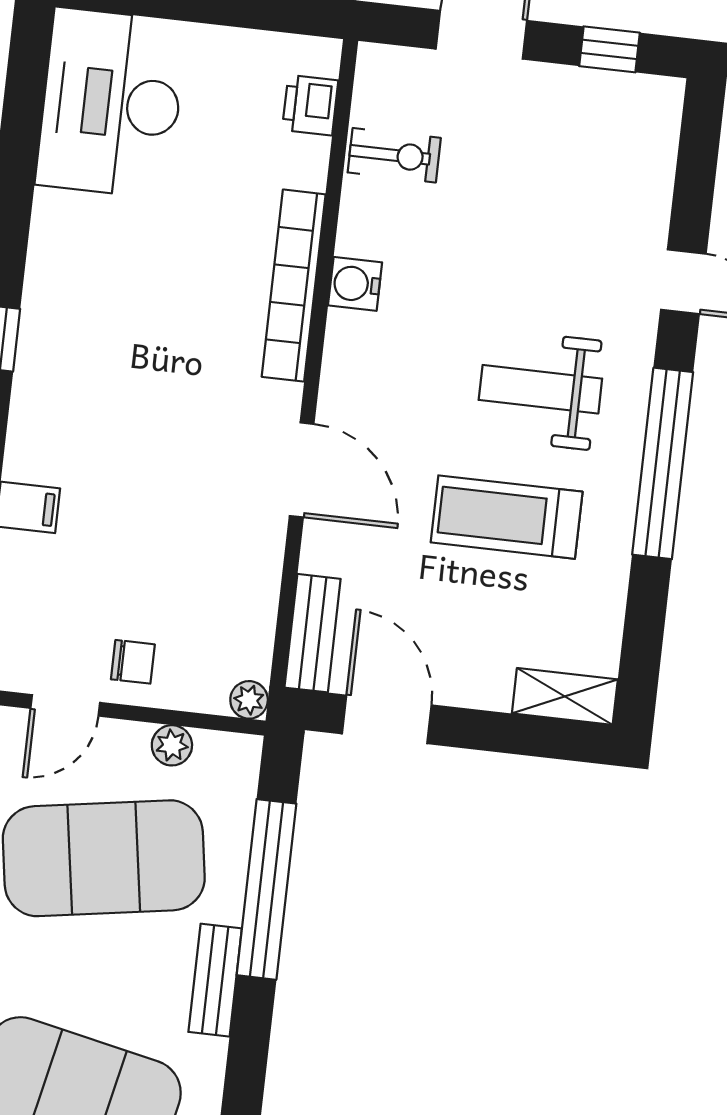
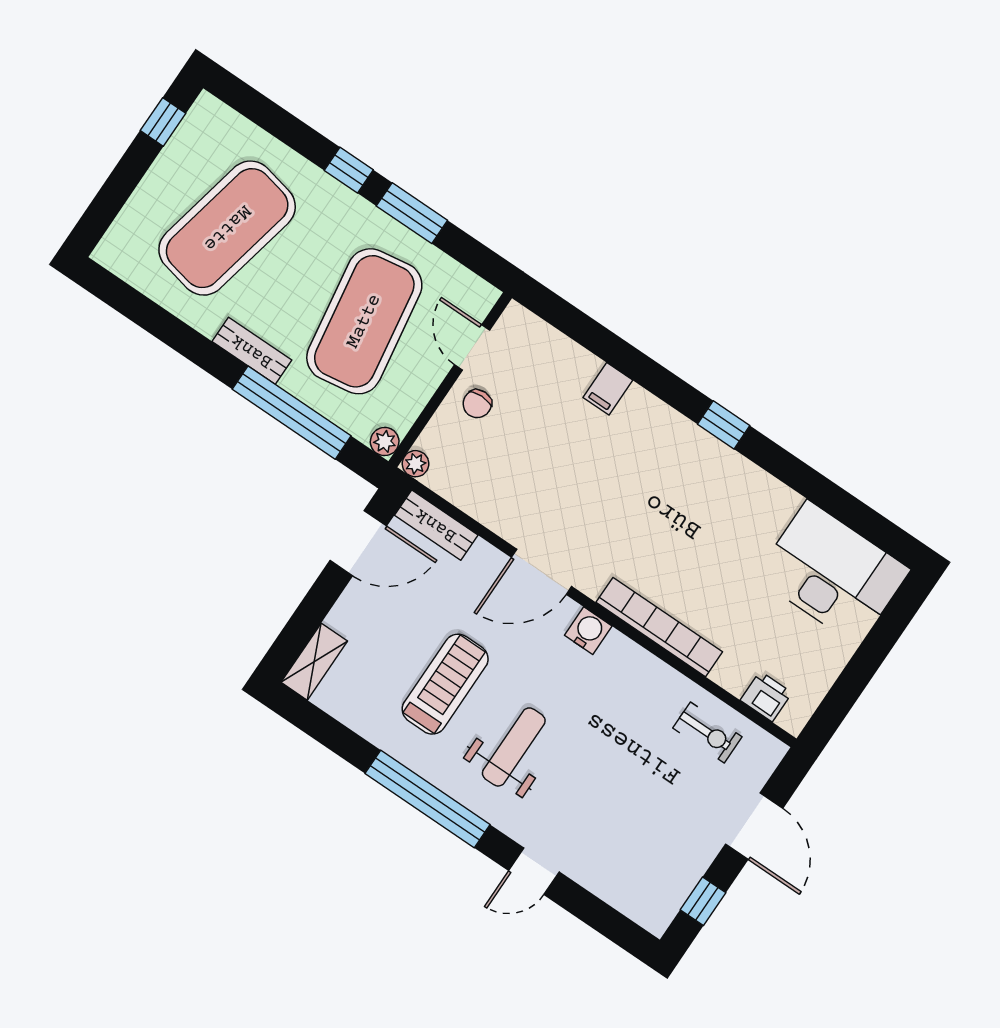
exercise bike: (394, 155) -> (707, 732), turned -90
water cooler: (355, 284) -> (588, 631), moved
plant: (172, 745) -> (385, 442), moved

